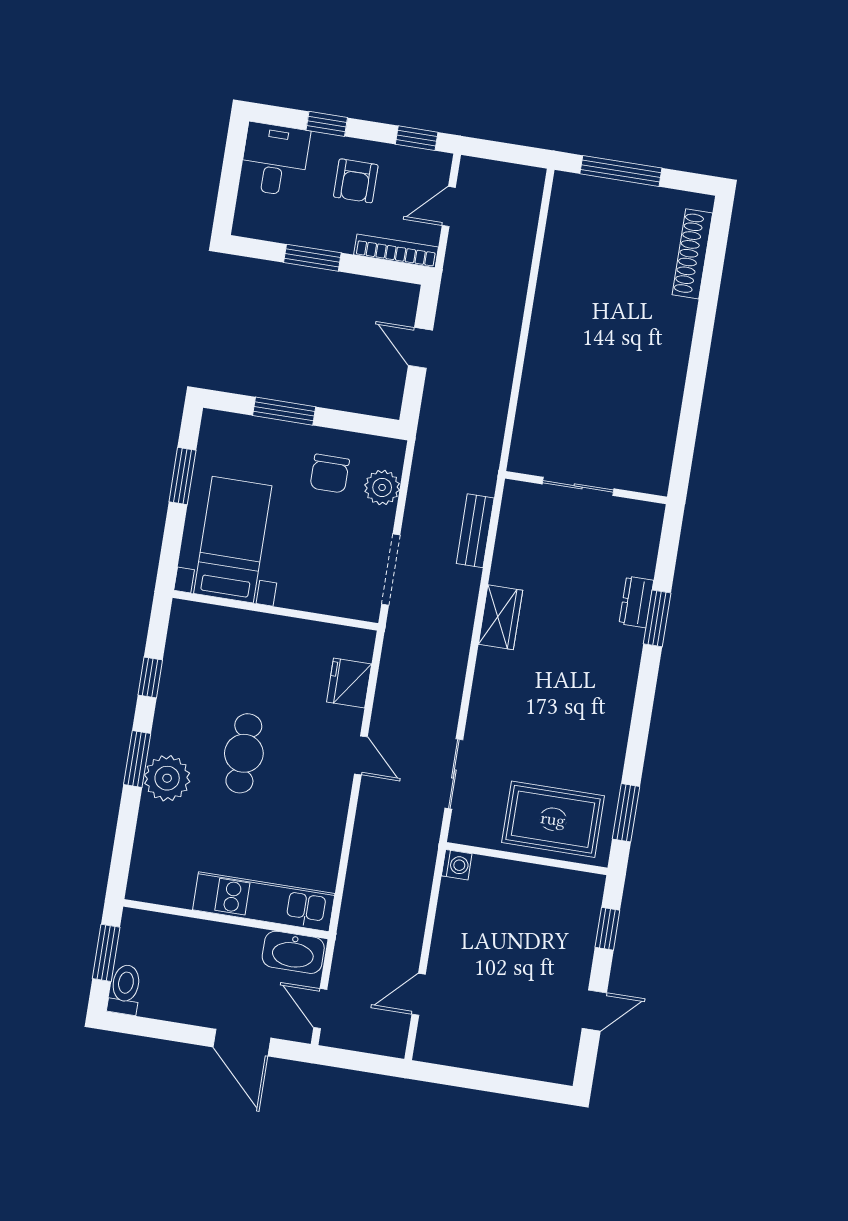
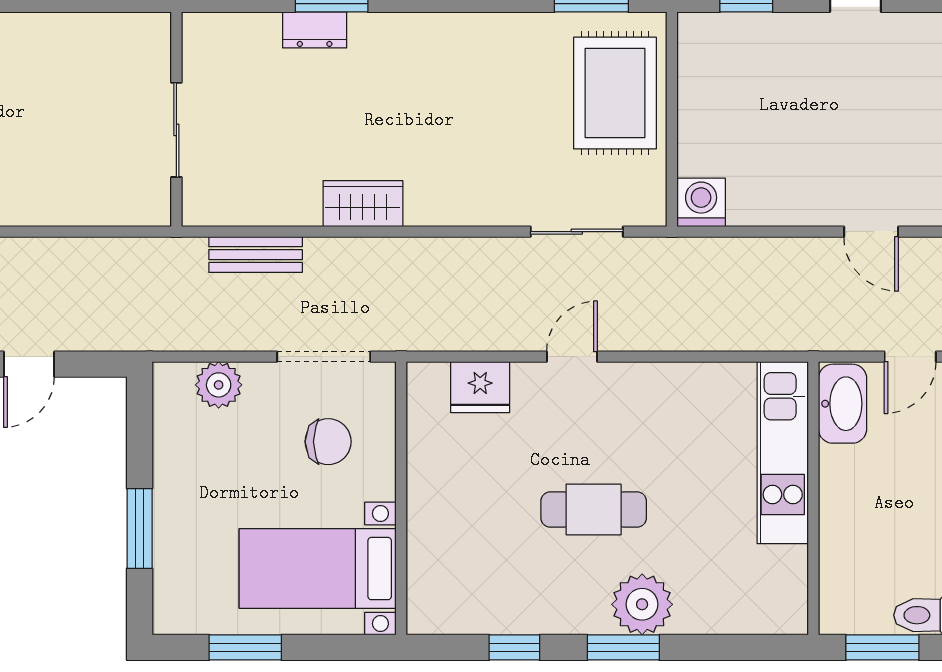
chair: (330, 474) -> (328, 442), moved
washing machine: (457, 865) -> (701, 202), width x1.38, depth x1.38

